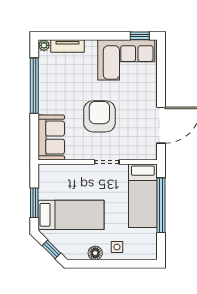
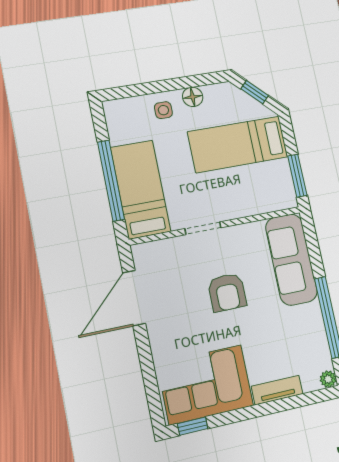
tv unit: (68, 46) -> (277, 390), moved
armchair: (99, 116) -> (227, 292), width x0.73, depth x0.73
sofa: (51, 138) -> (291, 260), width x1.36
window: (34, 203) -> (297, 176), moved

